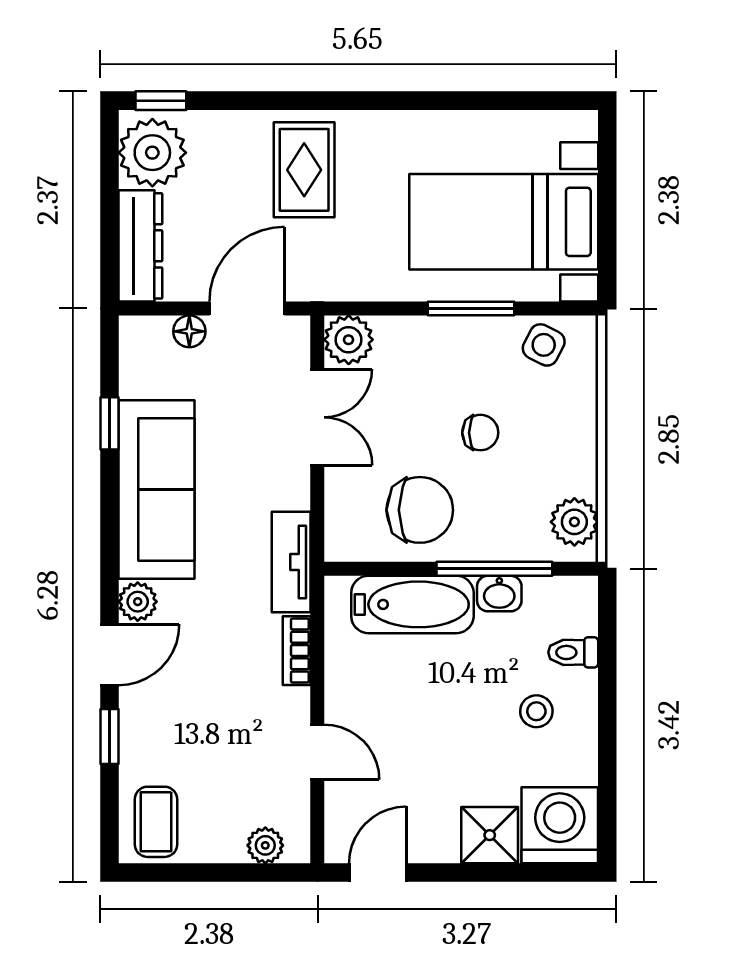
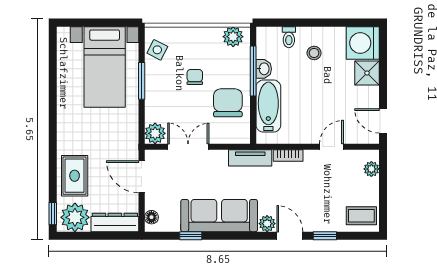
rug: (304, 170) -> (75, 176), moved, turned 90
floor lamp: (189, 331) -> (151, 217), moved

